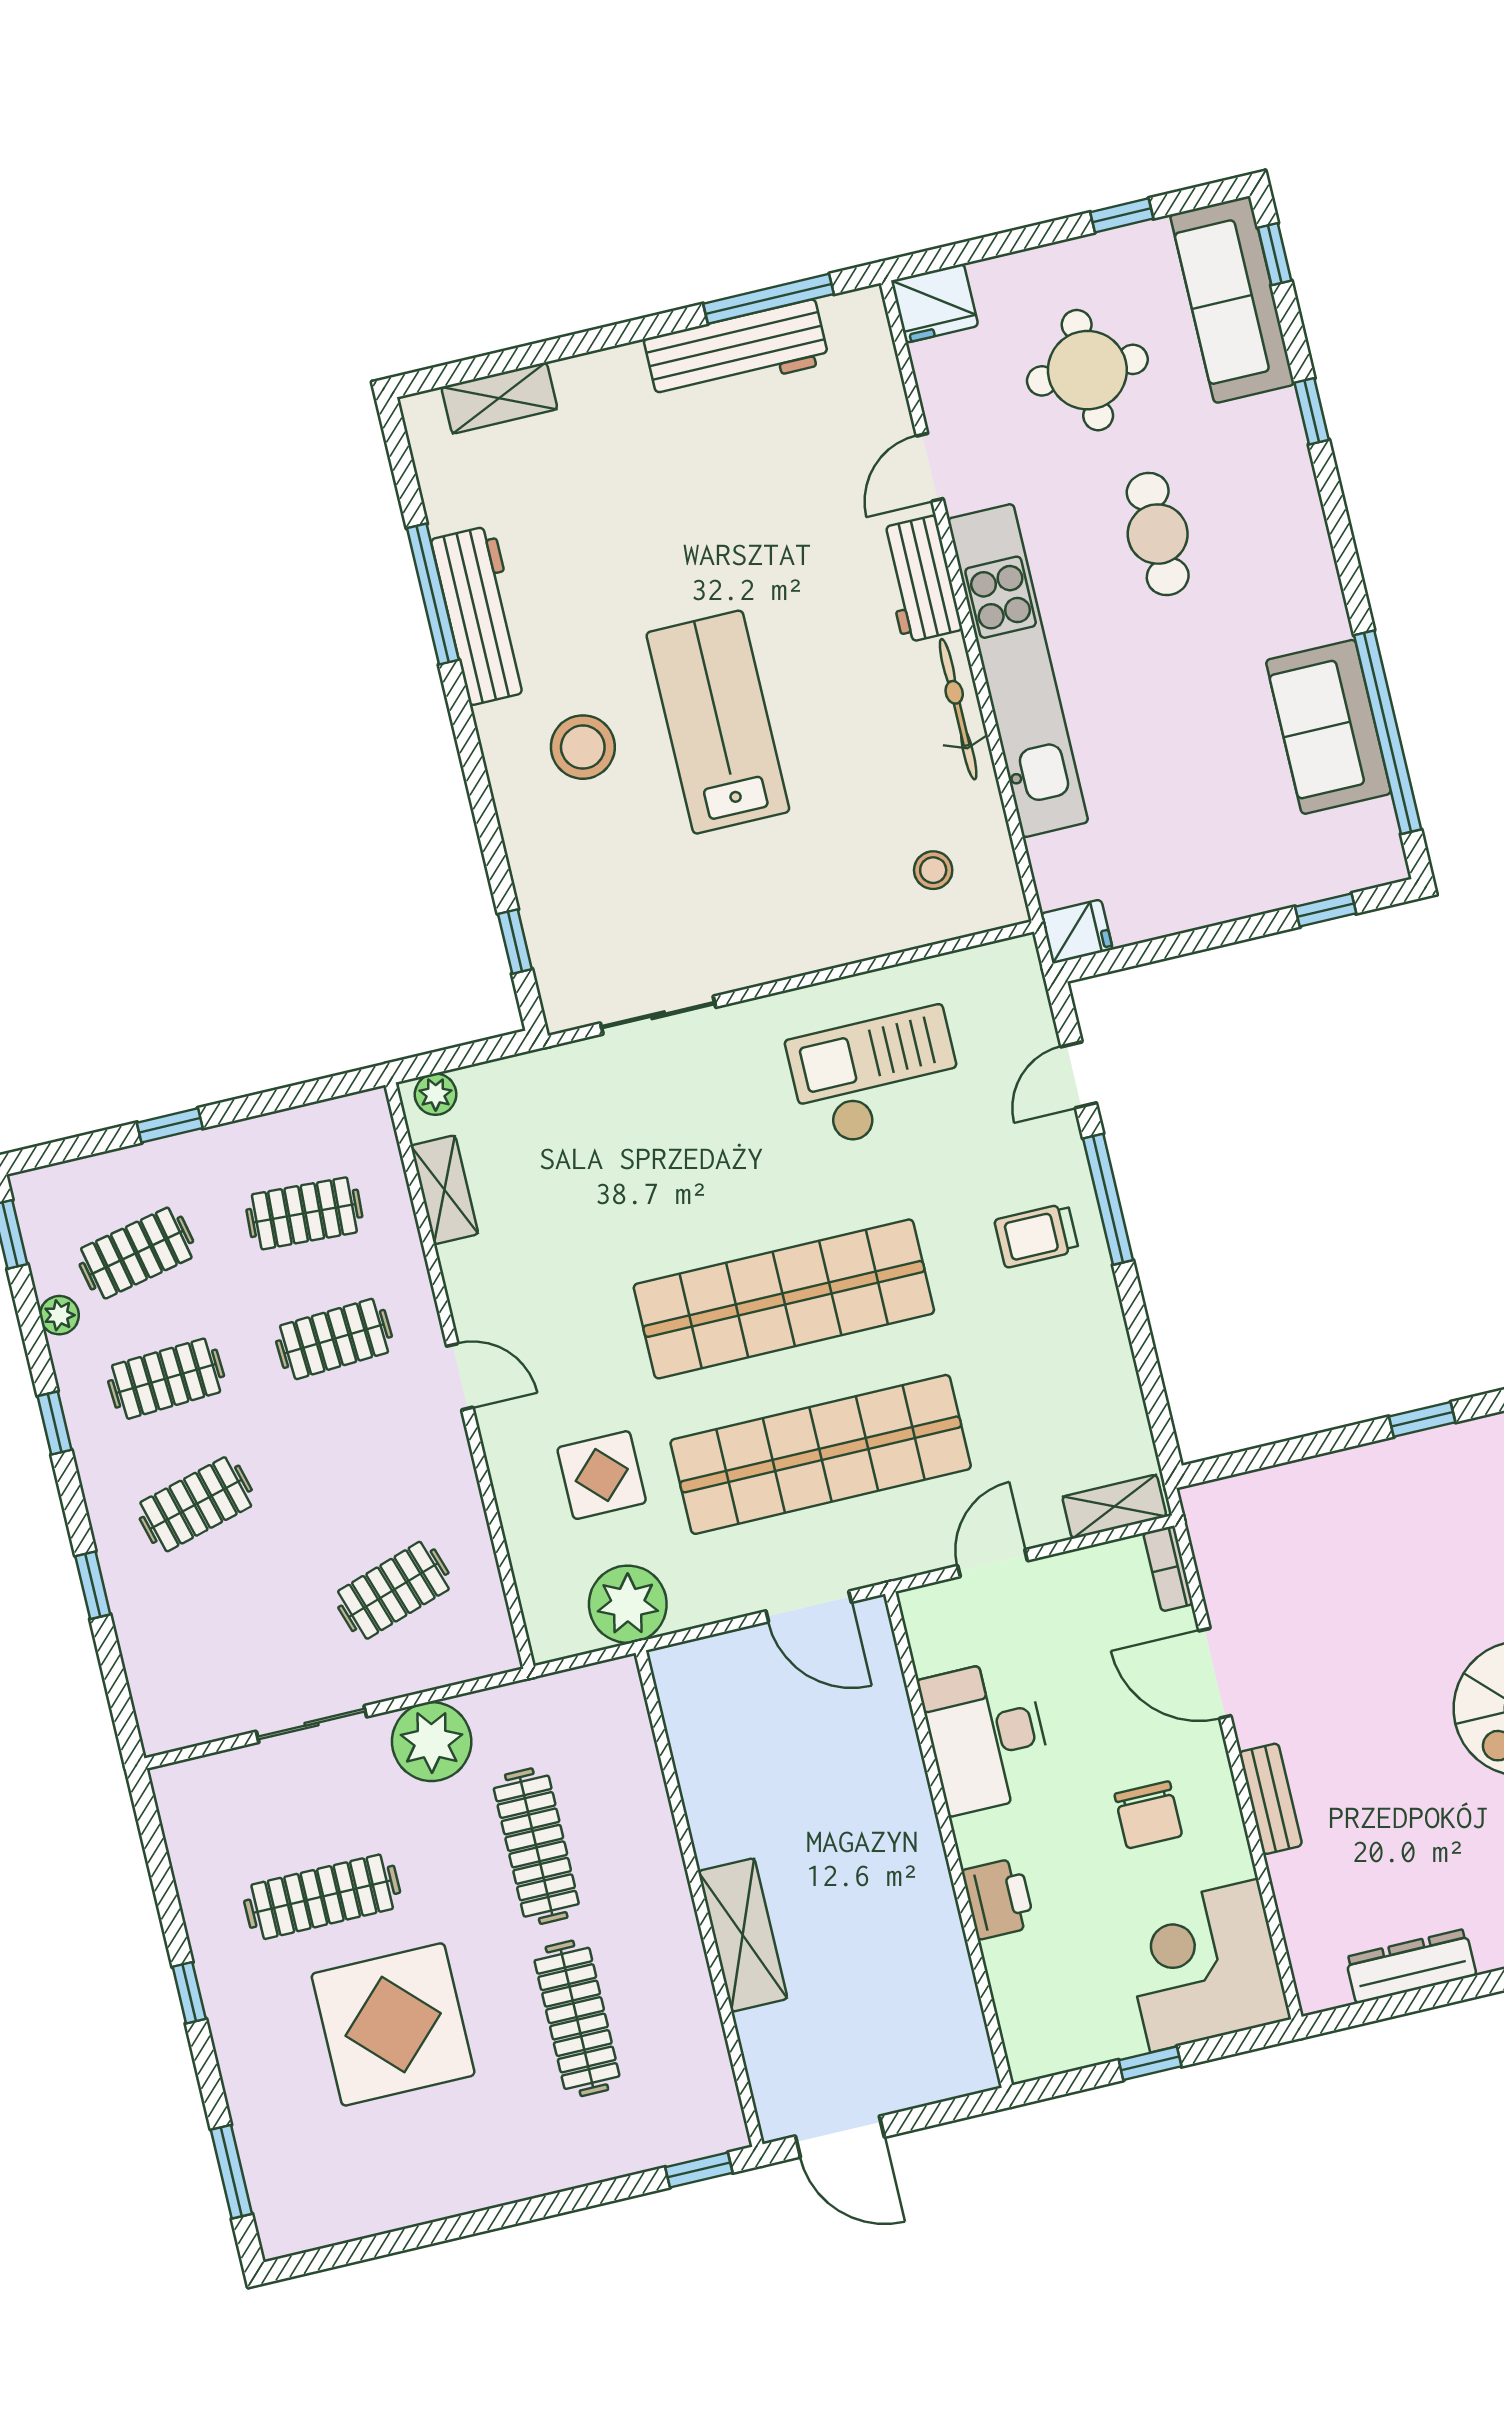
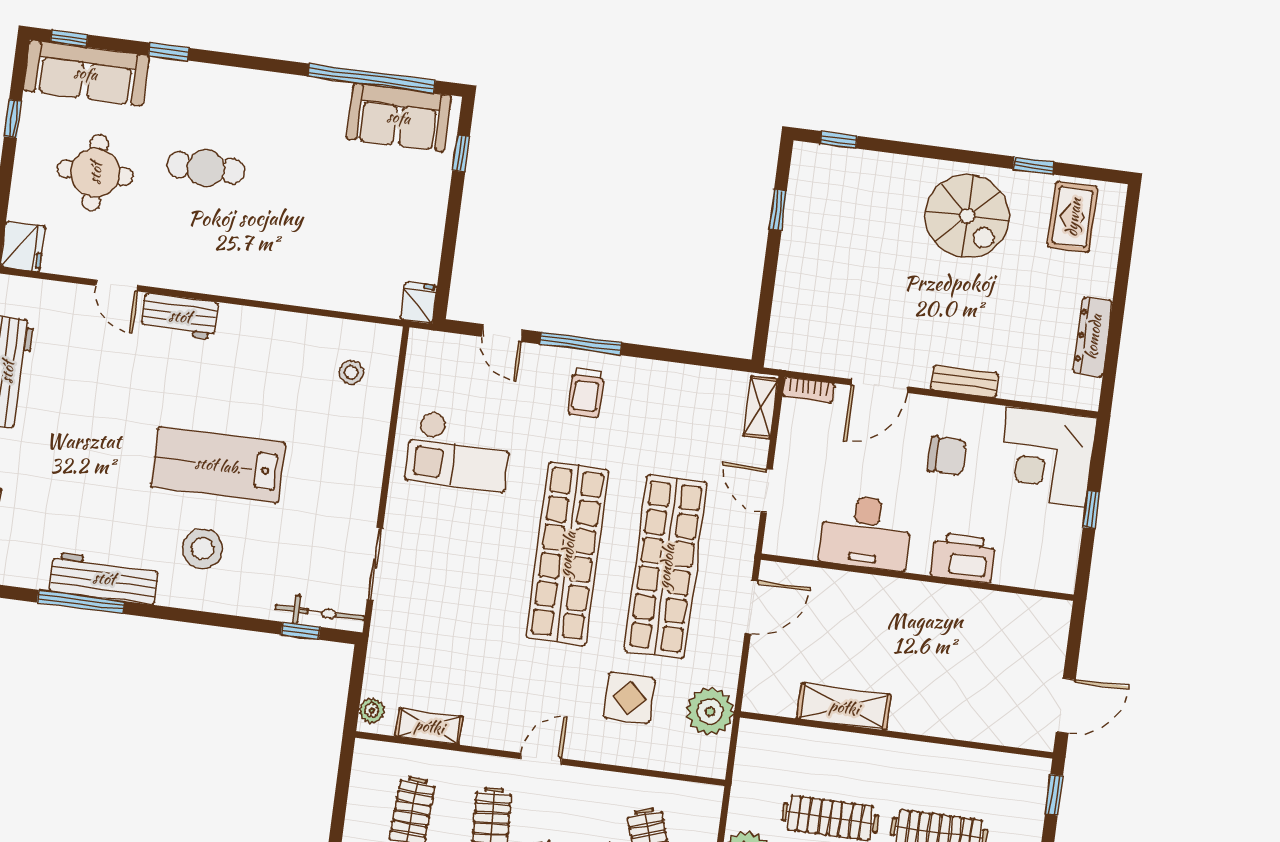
kitchen unit: (1018, 671) -> (254, 279), removed
bicycle: (958, 709) -> (320, 613), moved, turned 180
sofa: (1328, 727) -> (399, 117), moved
checkout: (876, 1077) -> (459, 451), turned -90
printer: (998, 1899) -> (963, 558), width x1.37, depth x1.19
shelving: (743, 1935) -> (844, 707), moved

